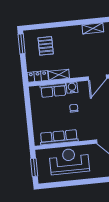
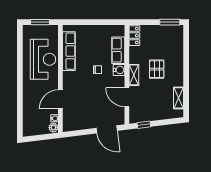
pallet: (46, 46) -> (157, 69), moved, turned 90
shelving: (59, 75) -> (134, 75), moved

